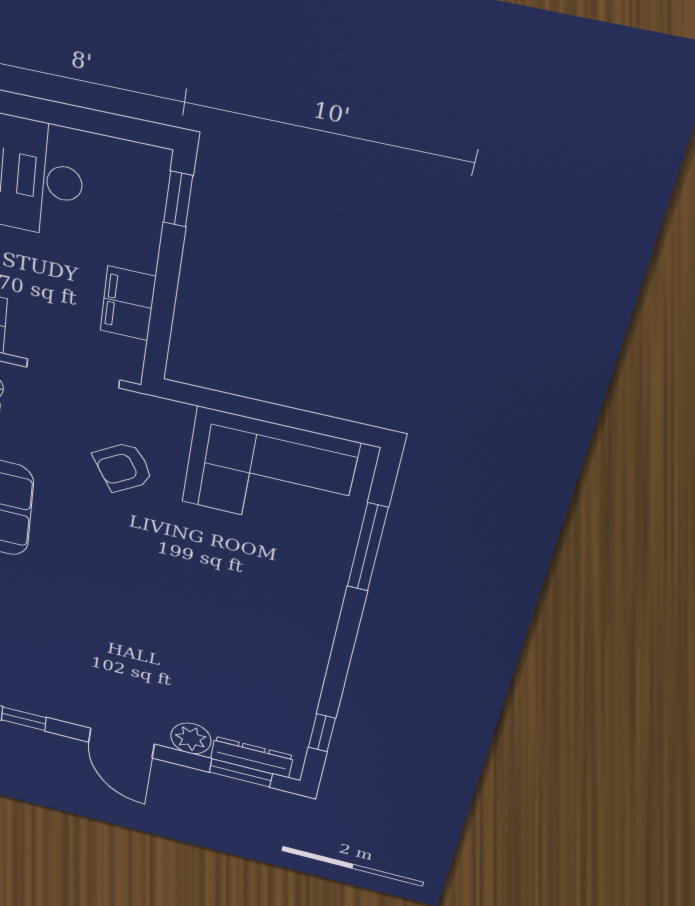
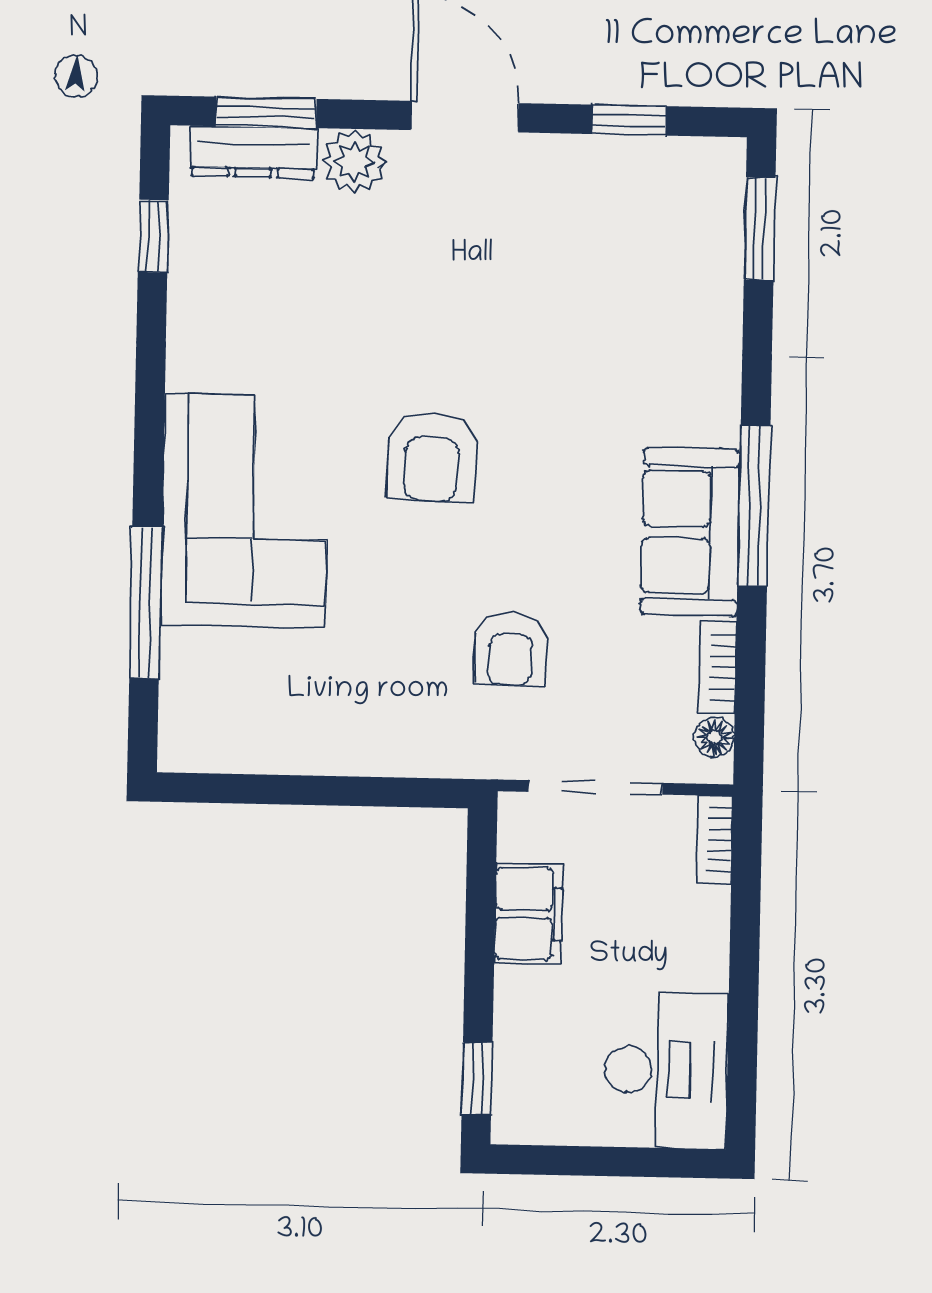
armchair: (123, 467) -> (511, 650), turned 124
corner sofa: (269, 473) -> (245, 511), moved, turned 90
armchair: (163, 584) -> (432, 457), added

